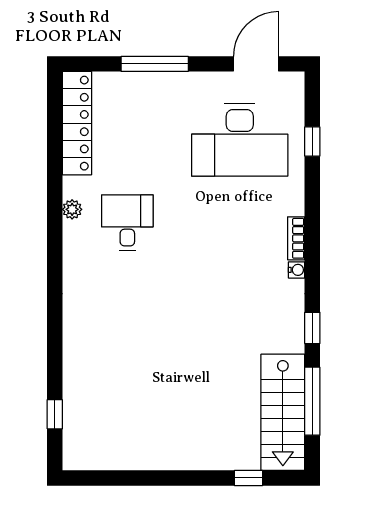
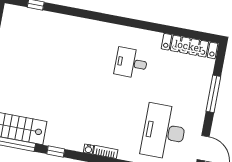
plant: (72, 209) -> (144, 35), removed
desk: (127, 223) -> (131, 63), turned 180

